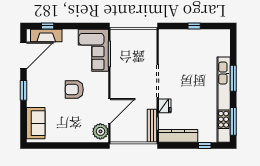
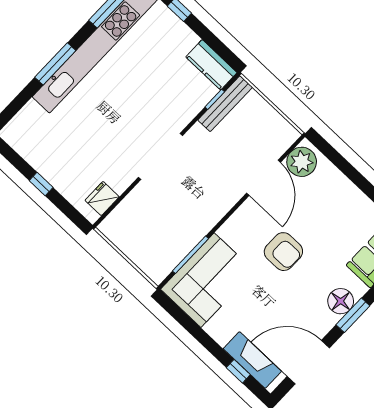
floor lamp: (33, 91) -> (341, 301), added
fridge: (165, 106) -> (102, 199), moved
door: (109, 111) -> (264, 178), swing flipped
kitchen counter: (178, 136) -> (211, 65), width x0.67

